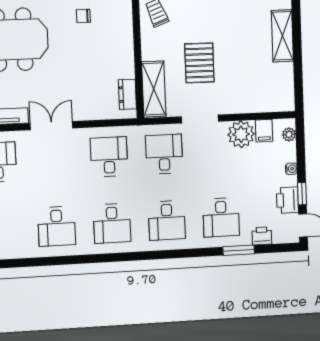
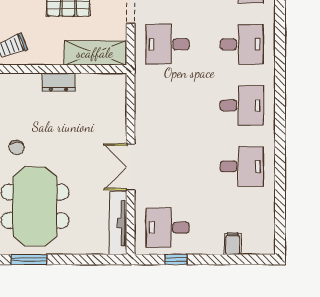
chair: (83, 16) -> (17, 147), moved
dresser: (127, 94) -> (58, 82), moved
desk: (109, 157) -> (168, 105), removed

